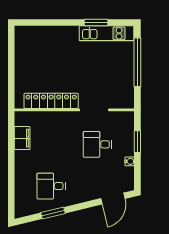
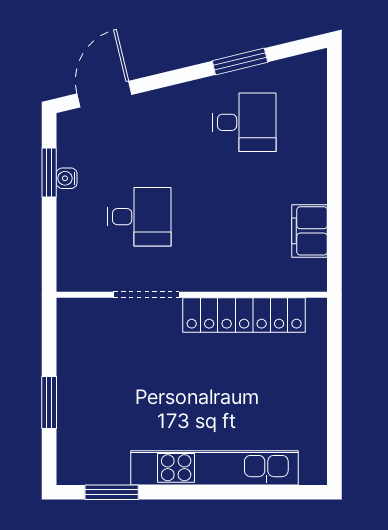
window: (96, 23) -> (112, 492), moved
kitchen unit: (107, 33) -> (215, 468), moved, width x1.36
window: (137, 62) -> (49, 403), width x0.47
window: (137, 142) -> (49, 172), moved

